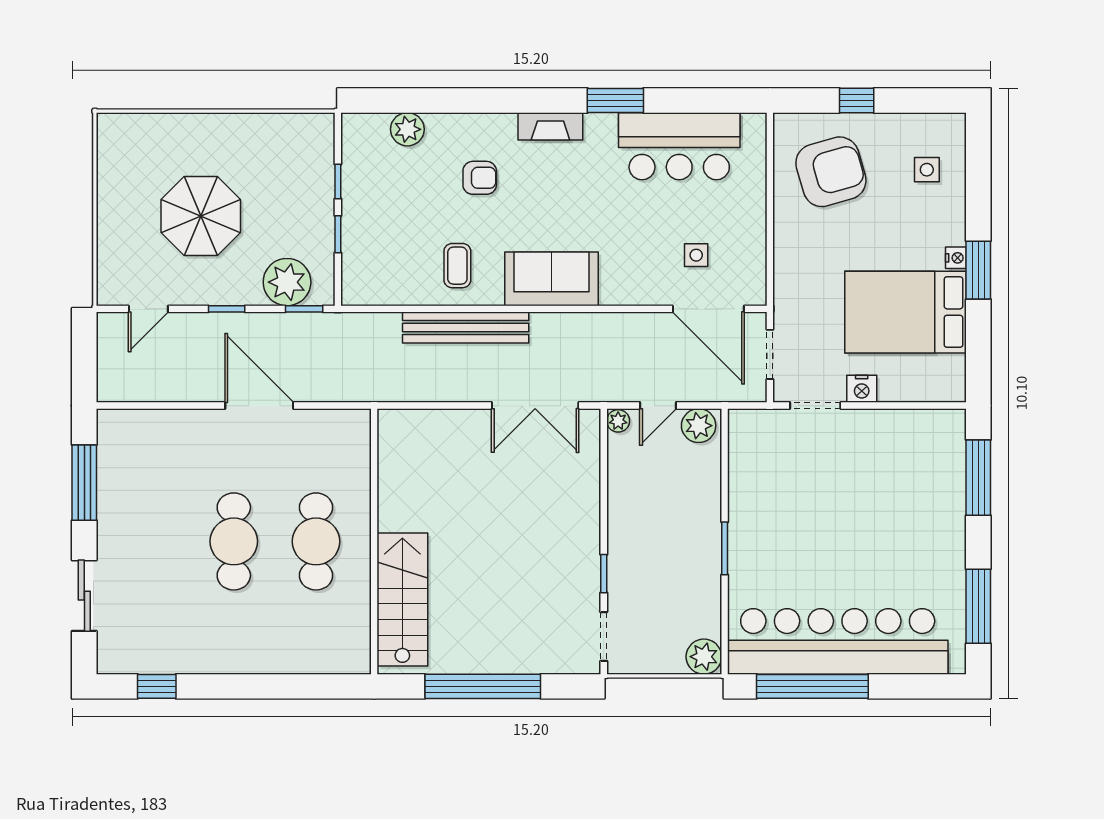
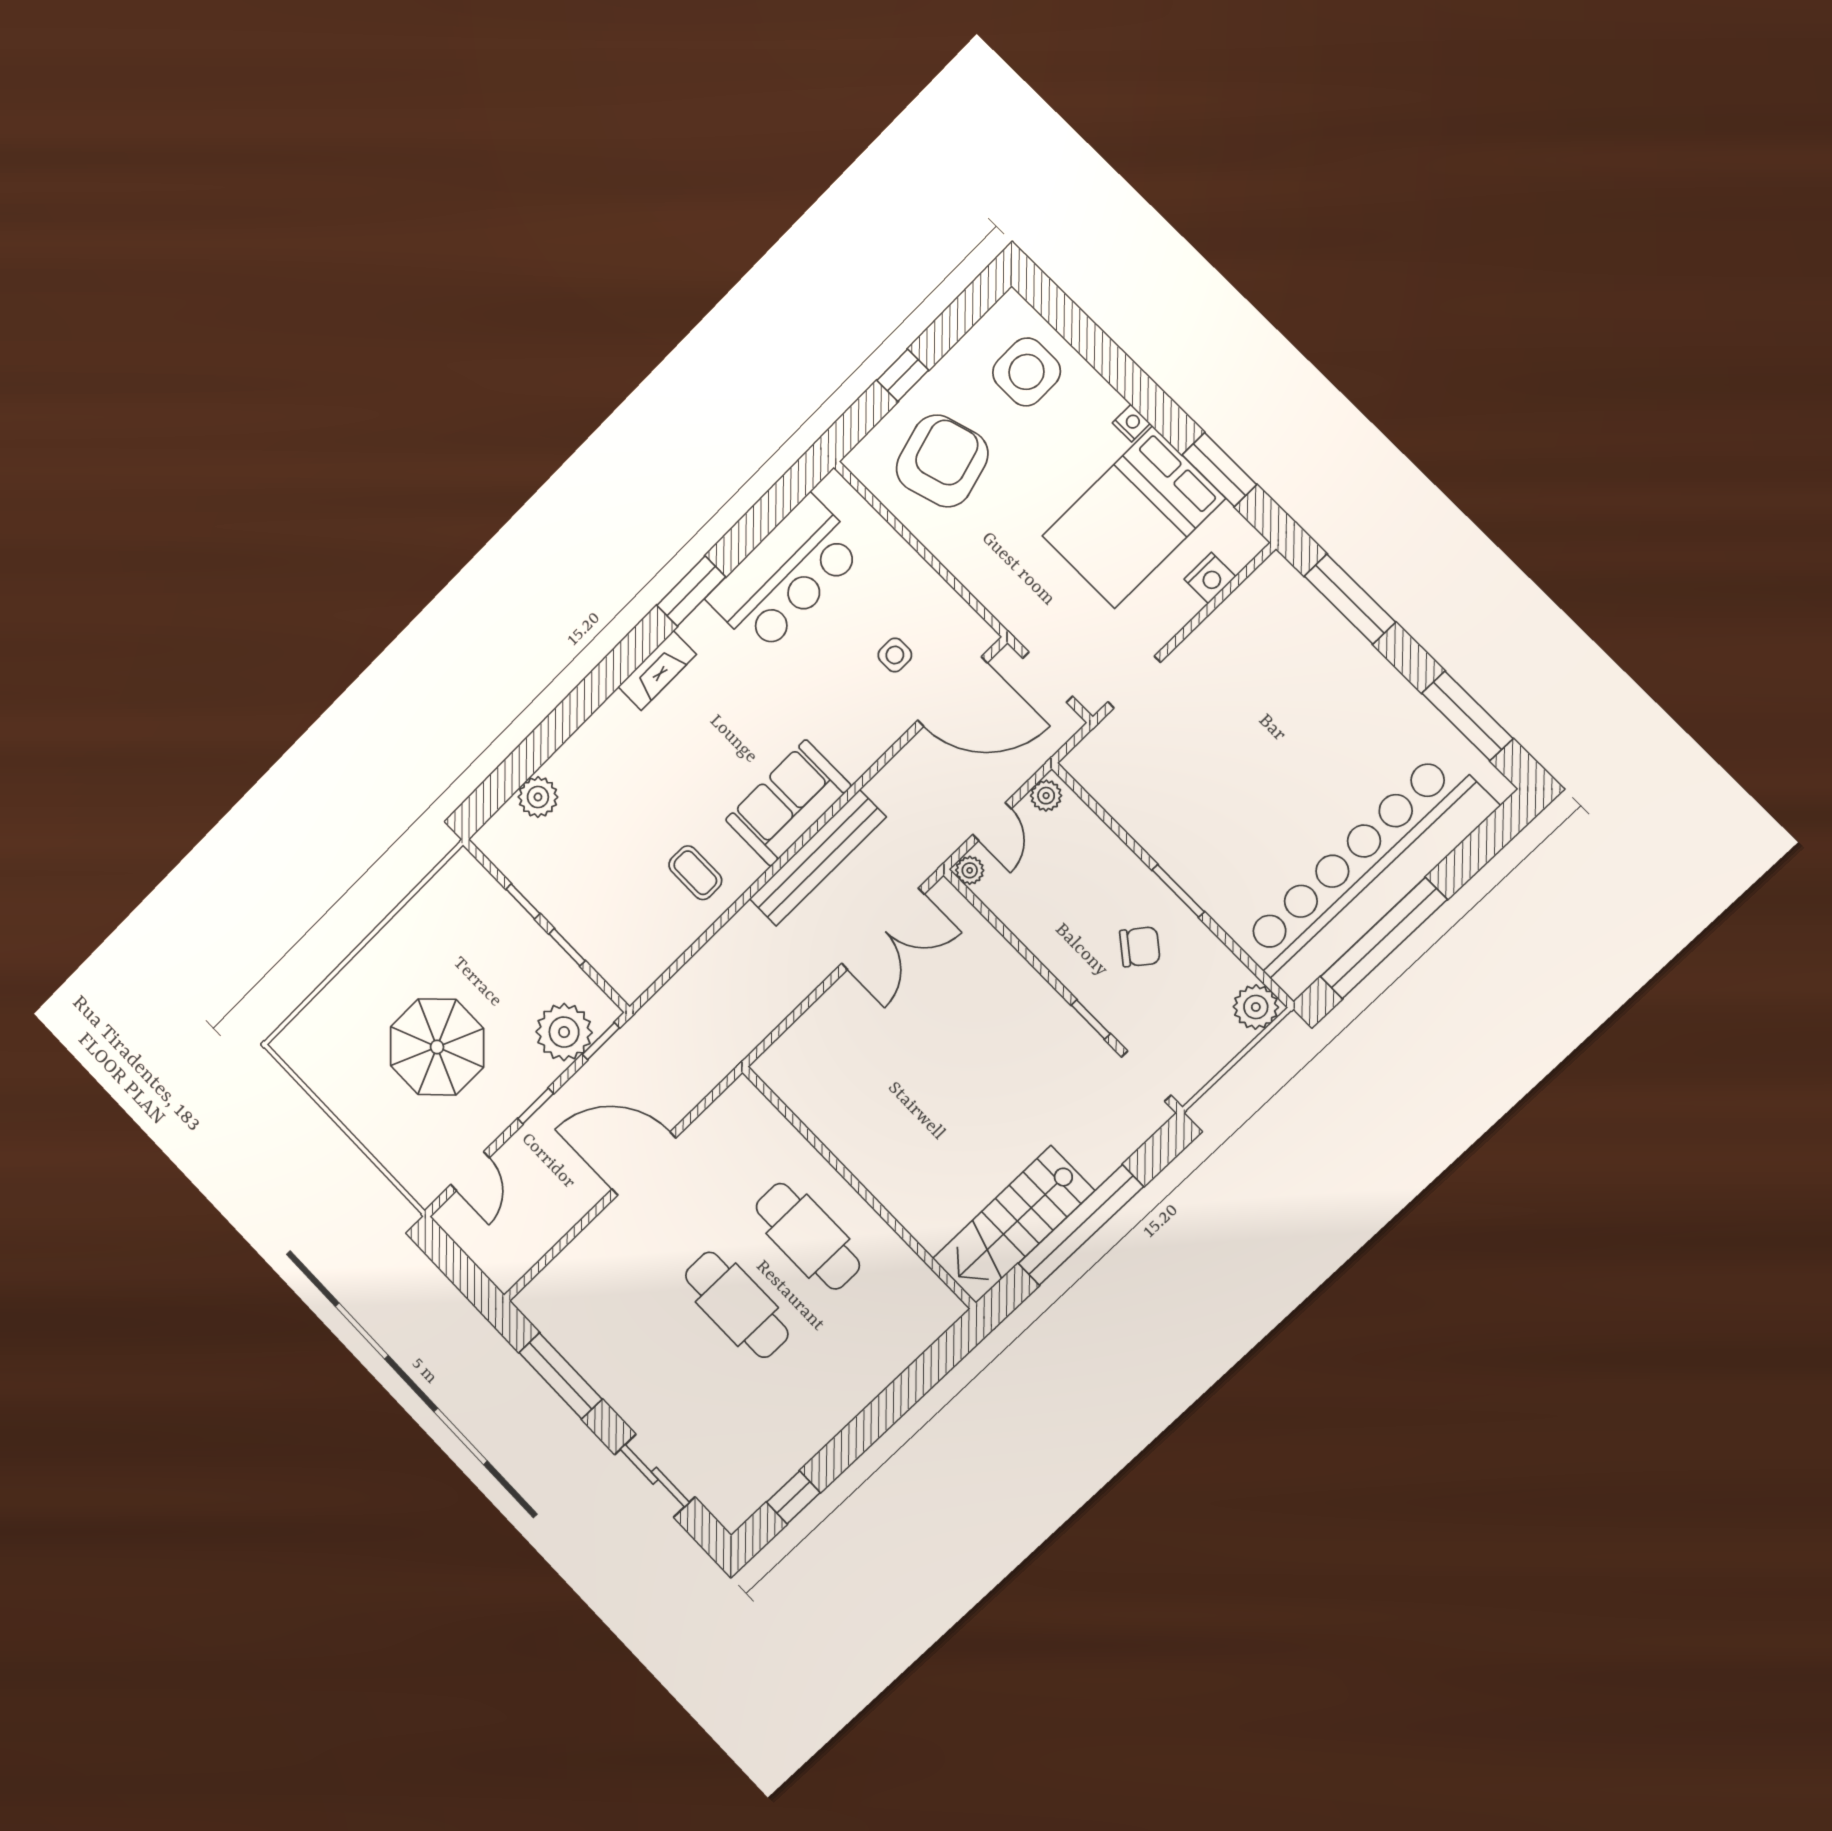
side table: (927, 170) -> (1027, 372), width x1.87, depth x1.87
armchair: (480, 178) -> (640, 777), removed
window: (978, 270) -> (1219, 470), moved
bench: (466, 328) -> (818, 858), moved
nightstand: (862, 389) -> (1210, 578), moved
plant: (699, 426) -> (1046, 796), width x0.73, depth x0.73
chair: (672, 559) -> (1140, 947), added
stairs: (402, 599) -> (1013, 1225), moved, turned -90

